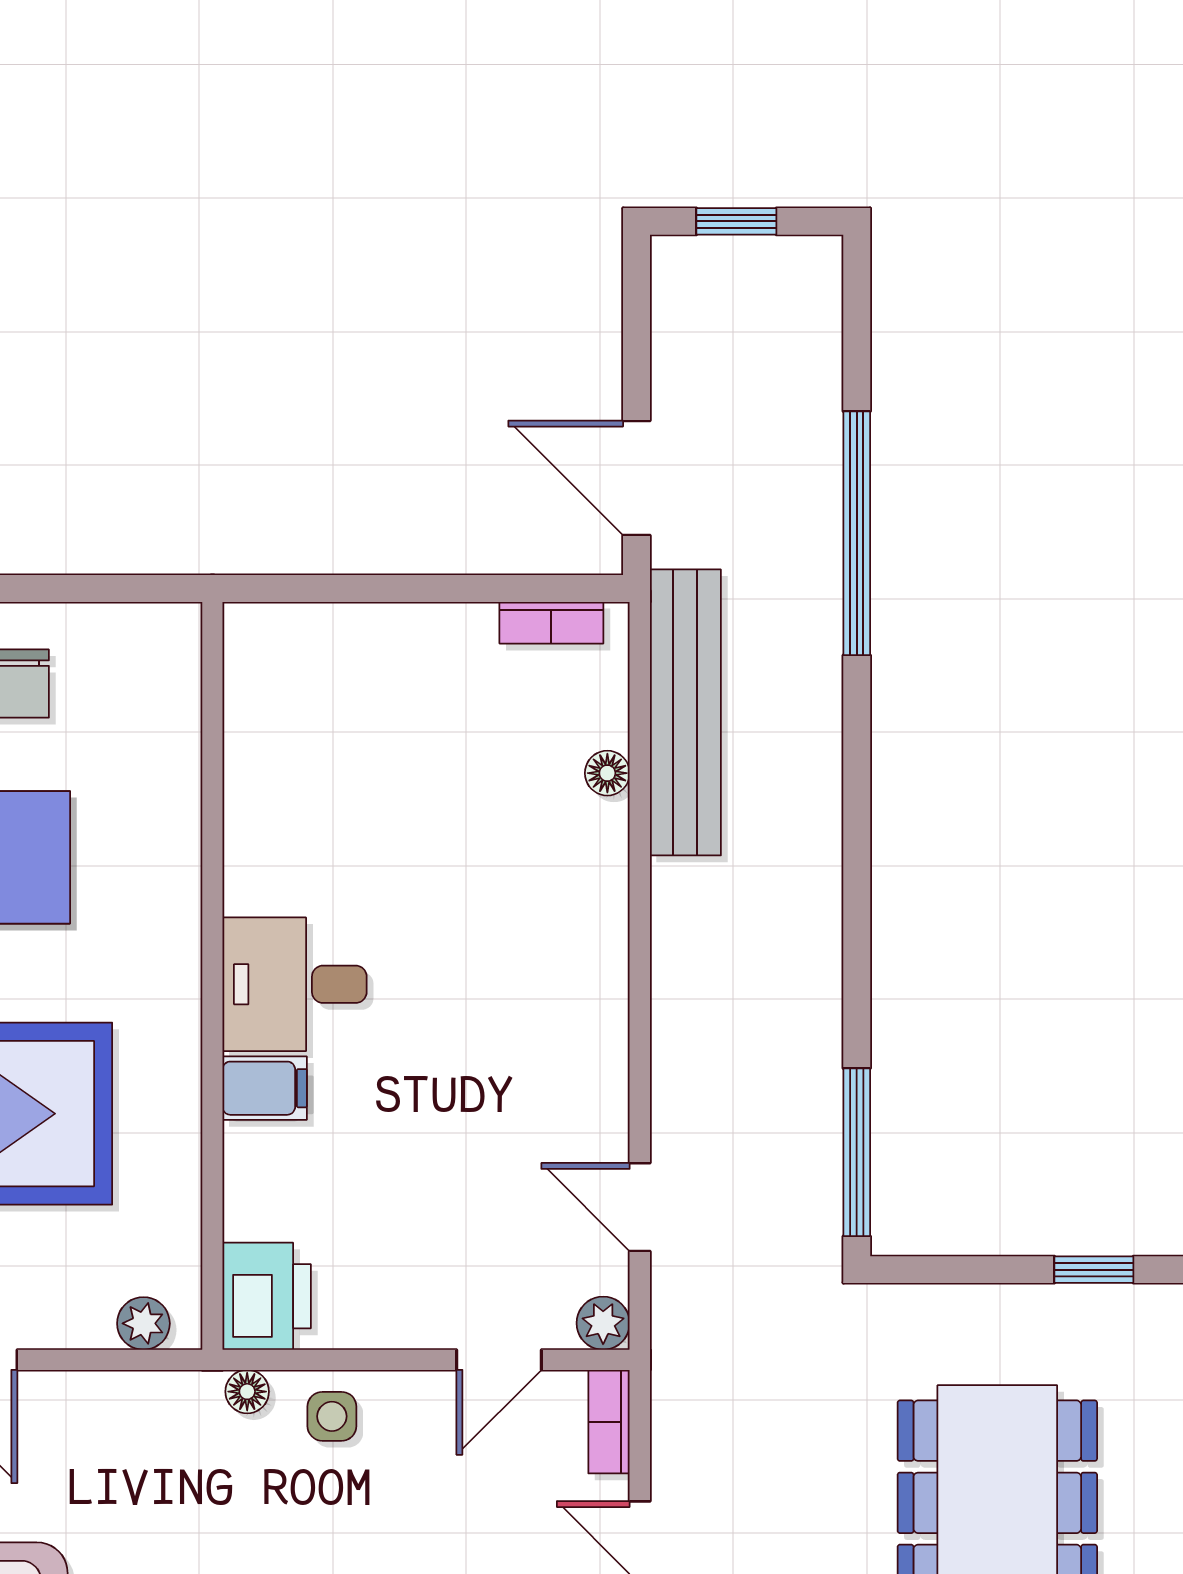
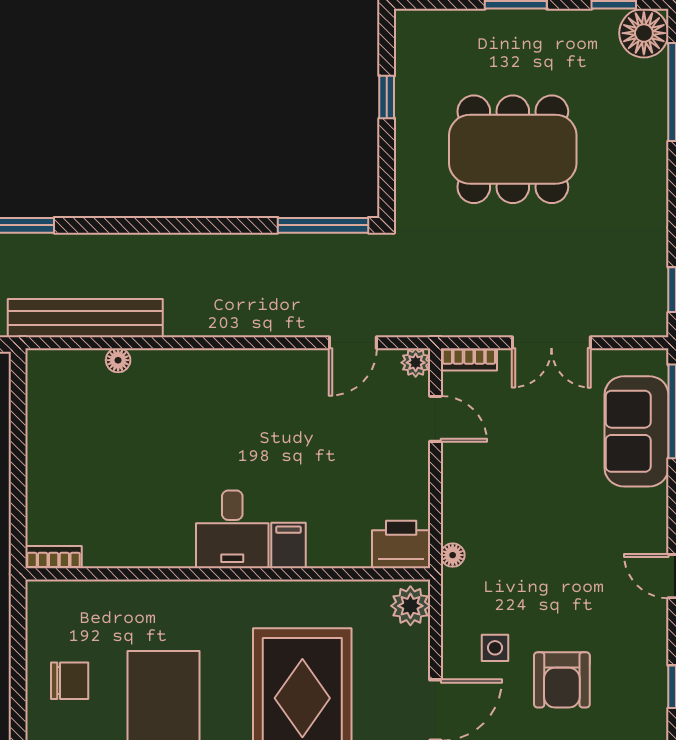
bookcase: (551, 623) -> (54, 557), moved, turned -90
plant: (143, 1323) -> (410, 606), width x1.38, depth x1.38
side table: (332, 1416) -> (495, 648), moved

